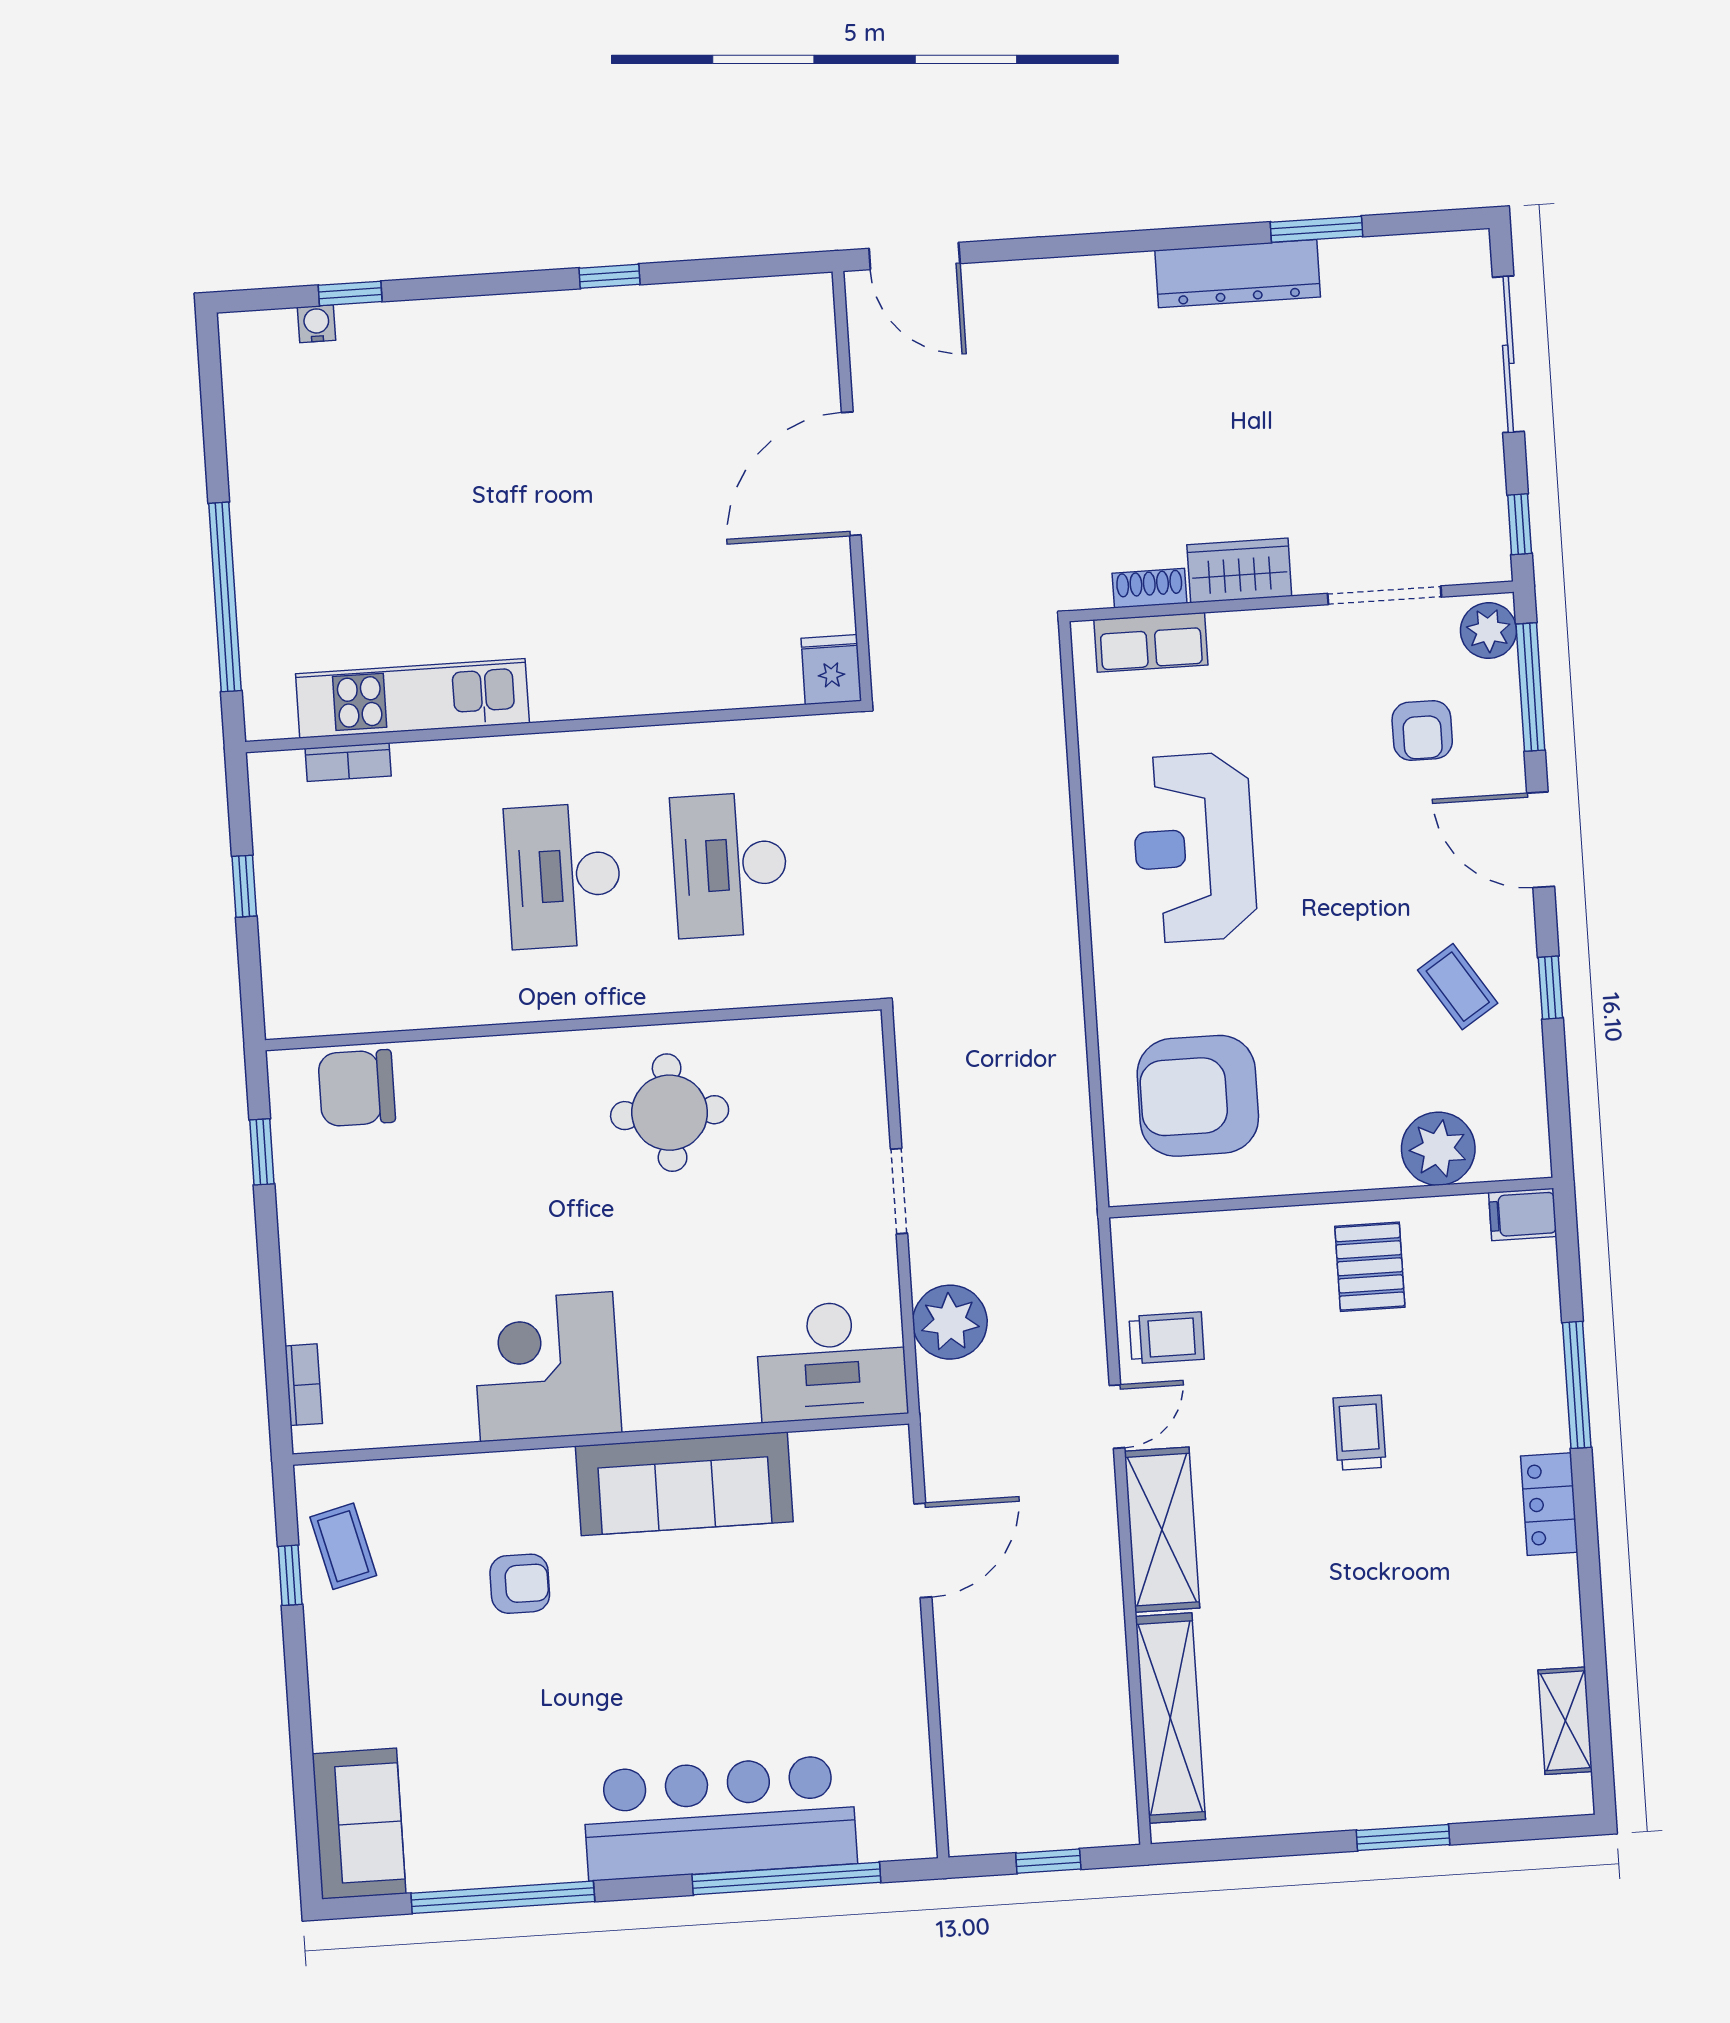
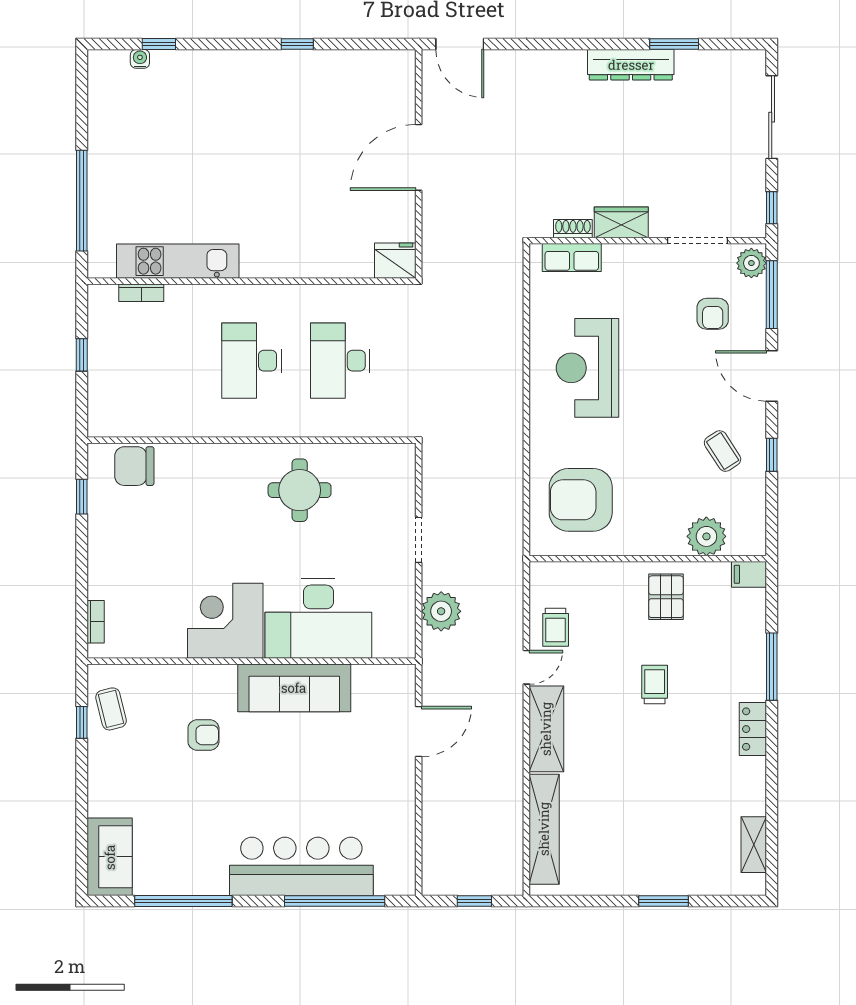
fridge: (831, 670) -> (395, 261), width x1.38
trolley: (1167, 1338) -> (556, 627), turned 90
desk: (832, 1361) -> (318, 618), moved, width x1.36, depth x1.30

